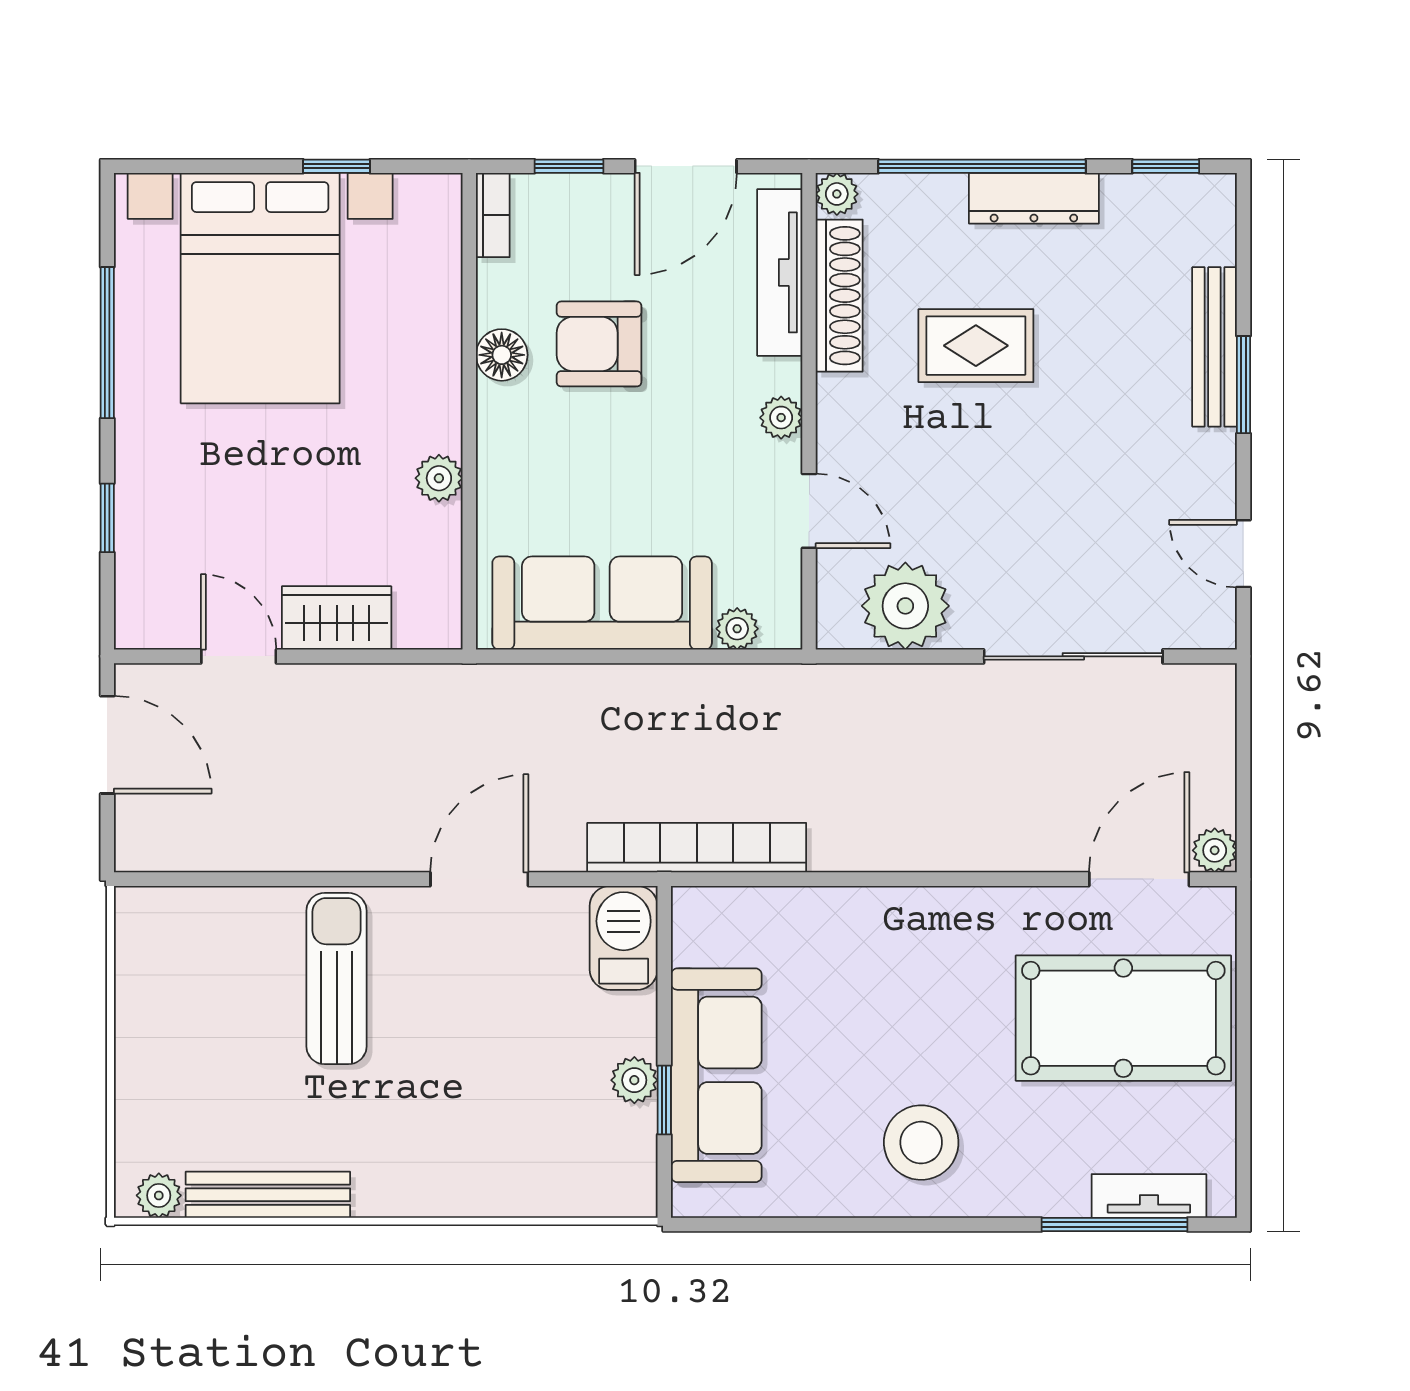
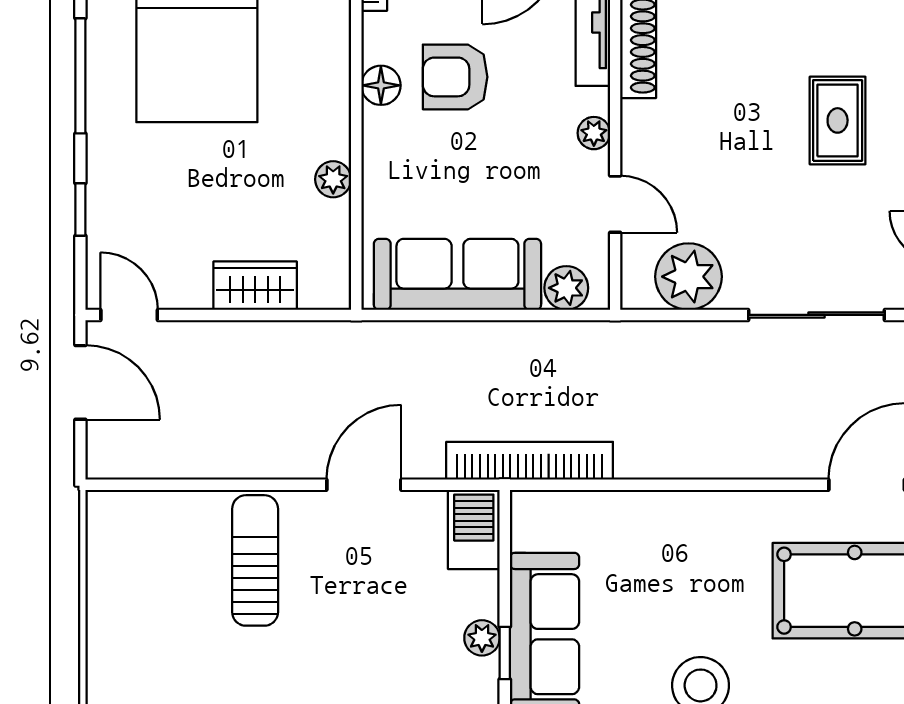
rug: (976, 346) -> (838, 120), moved, turned 90
plant: (737, 629) -> (566, 288), width x1.38, depth x1.38
door: (239, 656) -> (129, 315), moved

